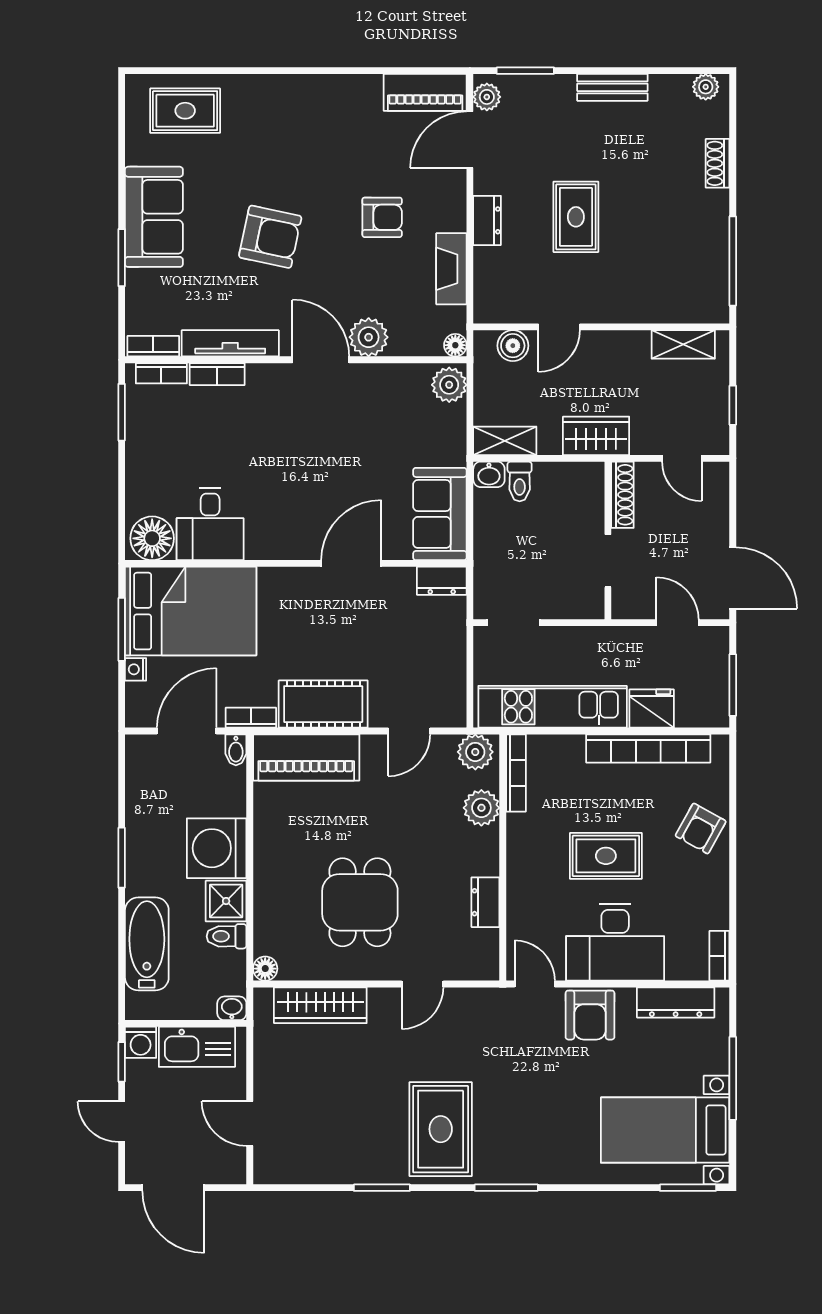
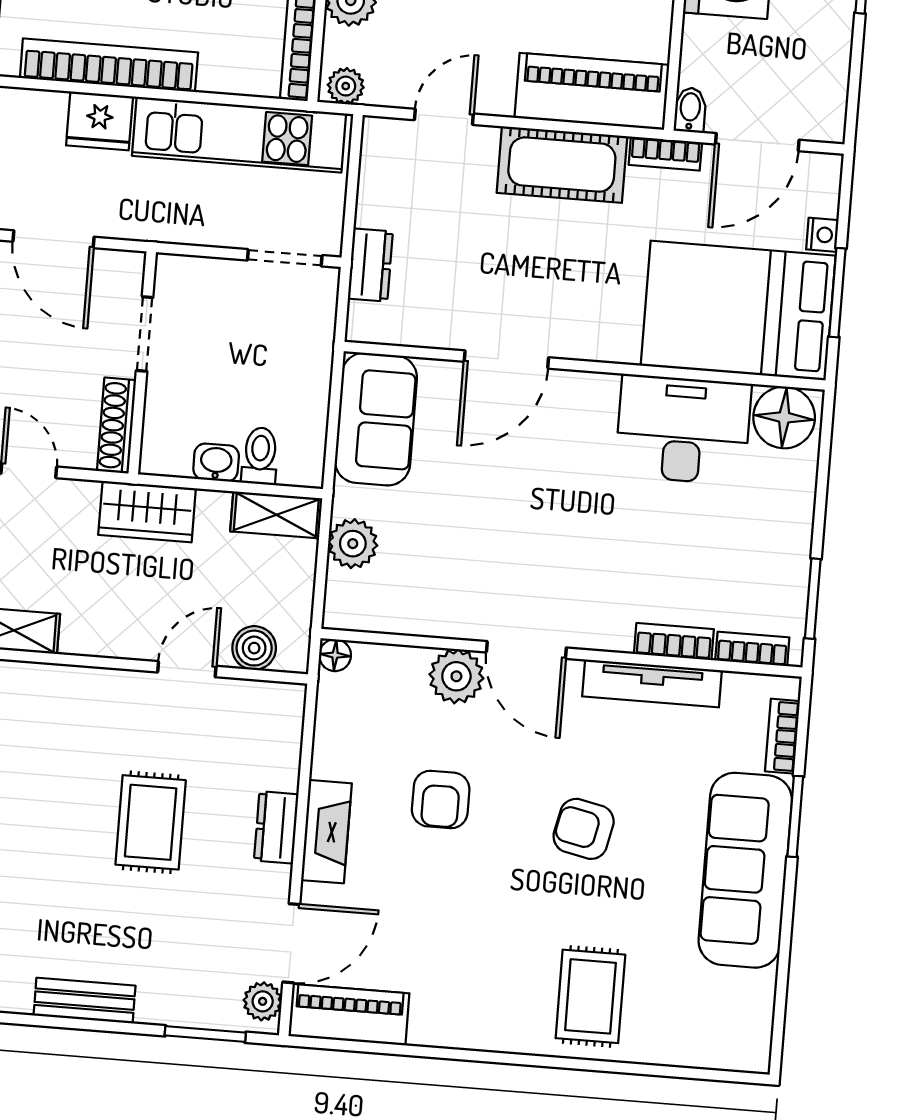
rug: (185, 111) -> (590, 996), moved, turned 90
sofa: (154, 217) -> (745, 870), width x1.36
armchair: (382, 217) -> (441, 800), moved, turned -90
armchair: (270, 237) -> (584, 829), width x0.72, depth x0.72
fireplace: (451, 269) -> (326, 832), moved
bookcase: (153, 346) -> (782, 736), moved, turned 90
plant: (449, 385) -> (353, 544), moved
washbasin: (489, 474) -> (216, 462), moved
desk: (210, 524) -> (683, 430), width x1.37
dresser: (442, 581) -> (370, 265), moved, turned 90
door: (678, 623) -> (53, 239), width x1.38
plant: (475, 752) -> (346, 86), width x0.73, depth x0.73

